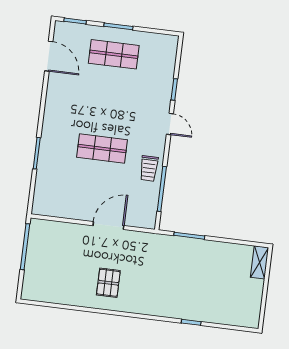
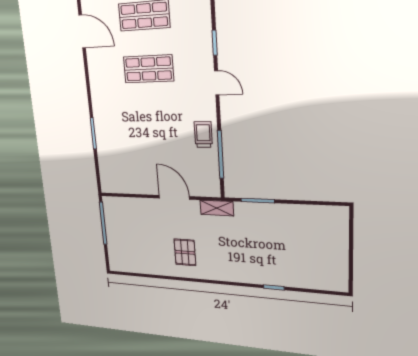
shop shelf: (102, 148) -> (148, 69), moved
trolley: (149, 168) -> (203, 135), turned 180
door: (108, 226) -> (174, 197), hinge flipped
shelving: (260, 262) -> (217, 208), moved, turned 90

